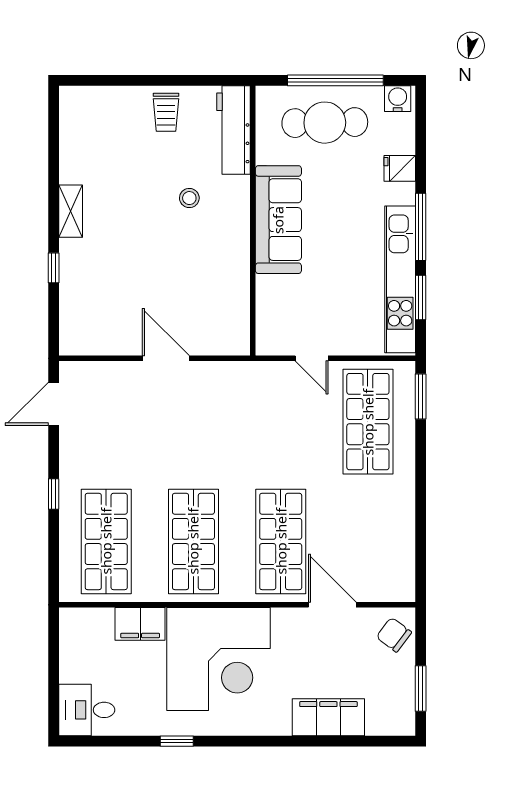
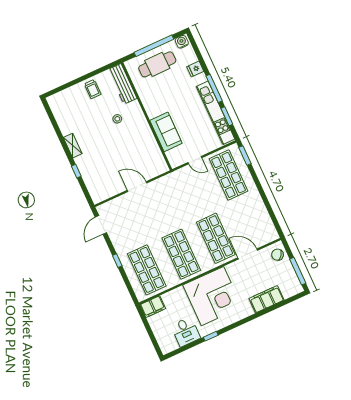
sofa: (278, 220) -> (166, 132), moved, width x0.73
filing cabinet: (140, 624) -> (153, 307), moved
window: (421, 688) -> (298, 271), width x1.44
desk: (87, 710) -> (186, 332), moved, turned -90

